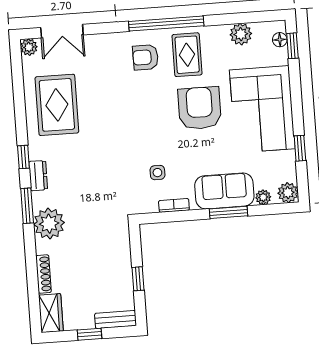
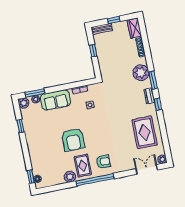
plant: (241, 34) -> (70, 177), moved
corner sofa: (262, 109) -> (42, 143), removed
window: (228, 212) -> (35, 93), moved

